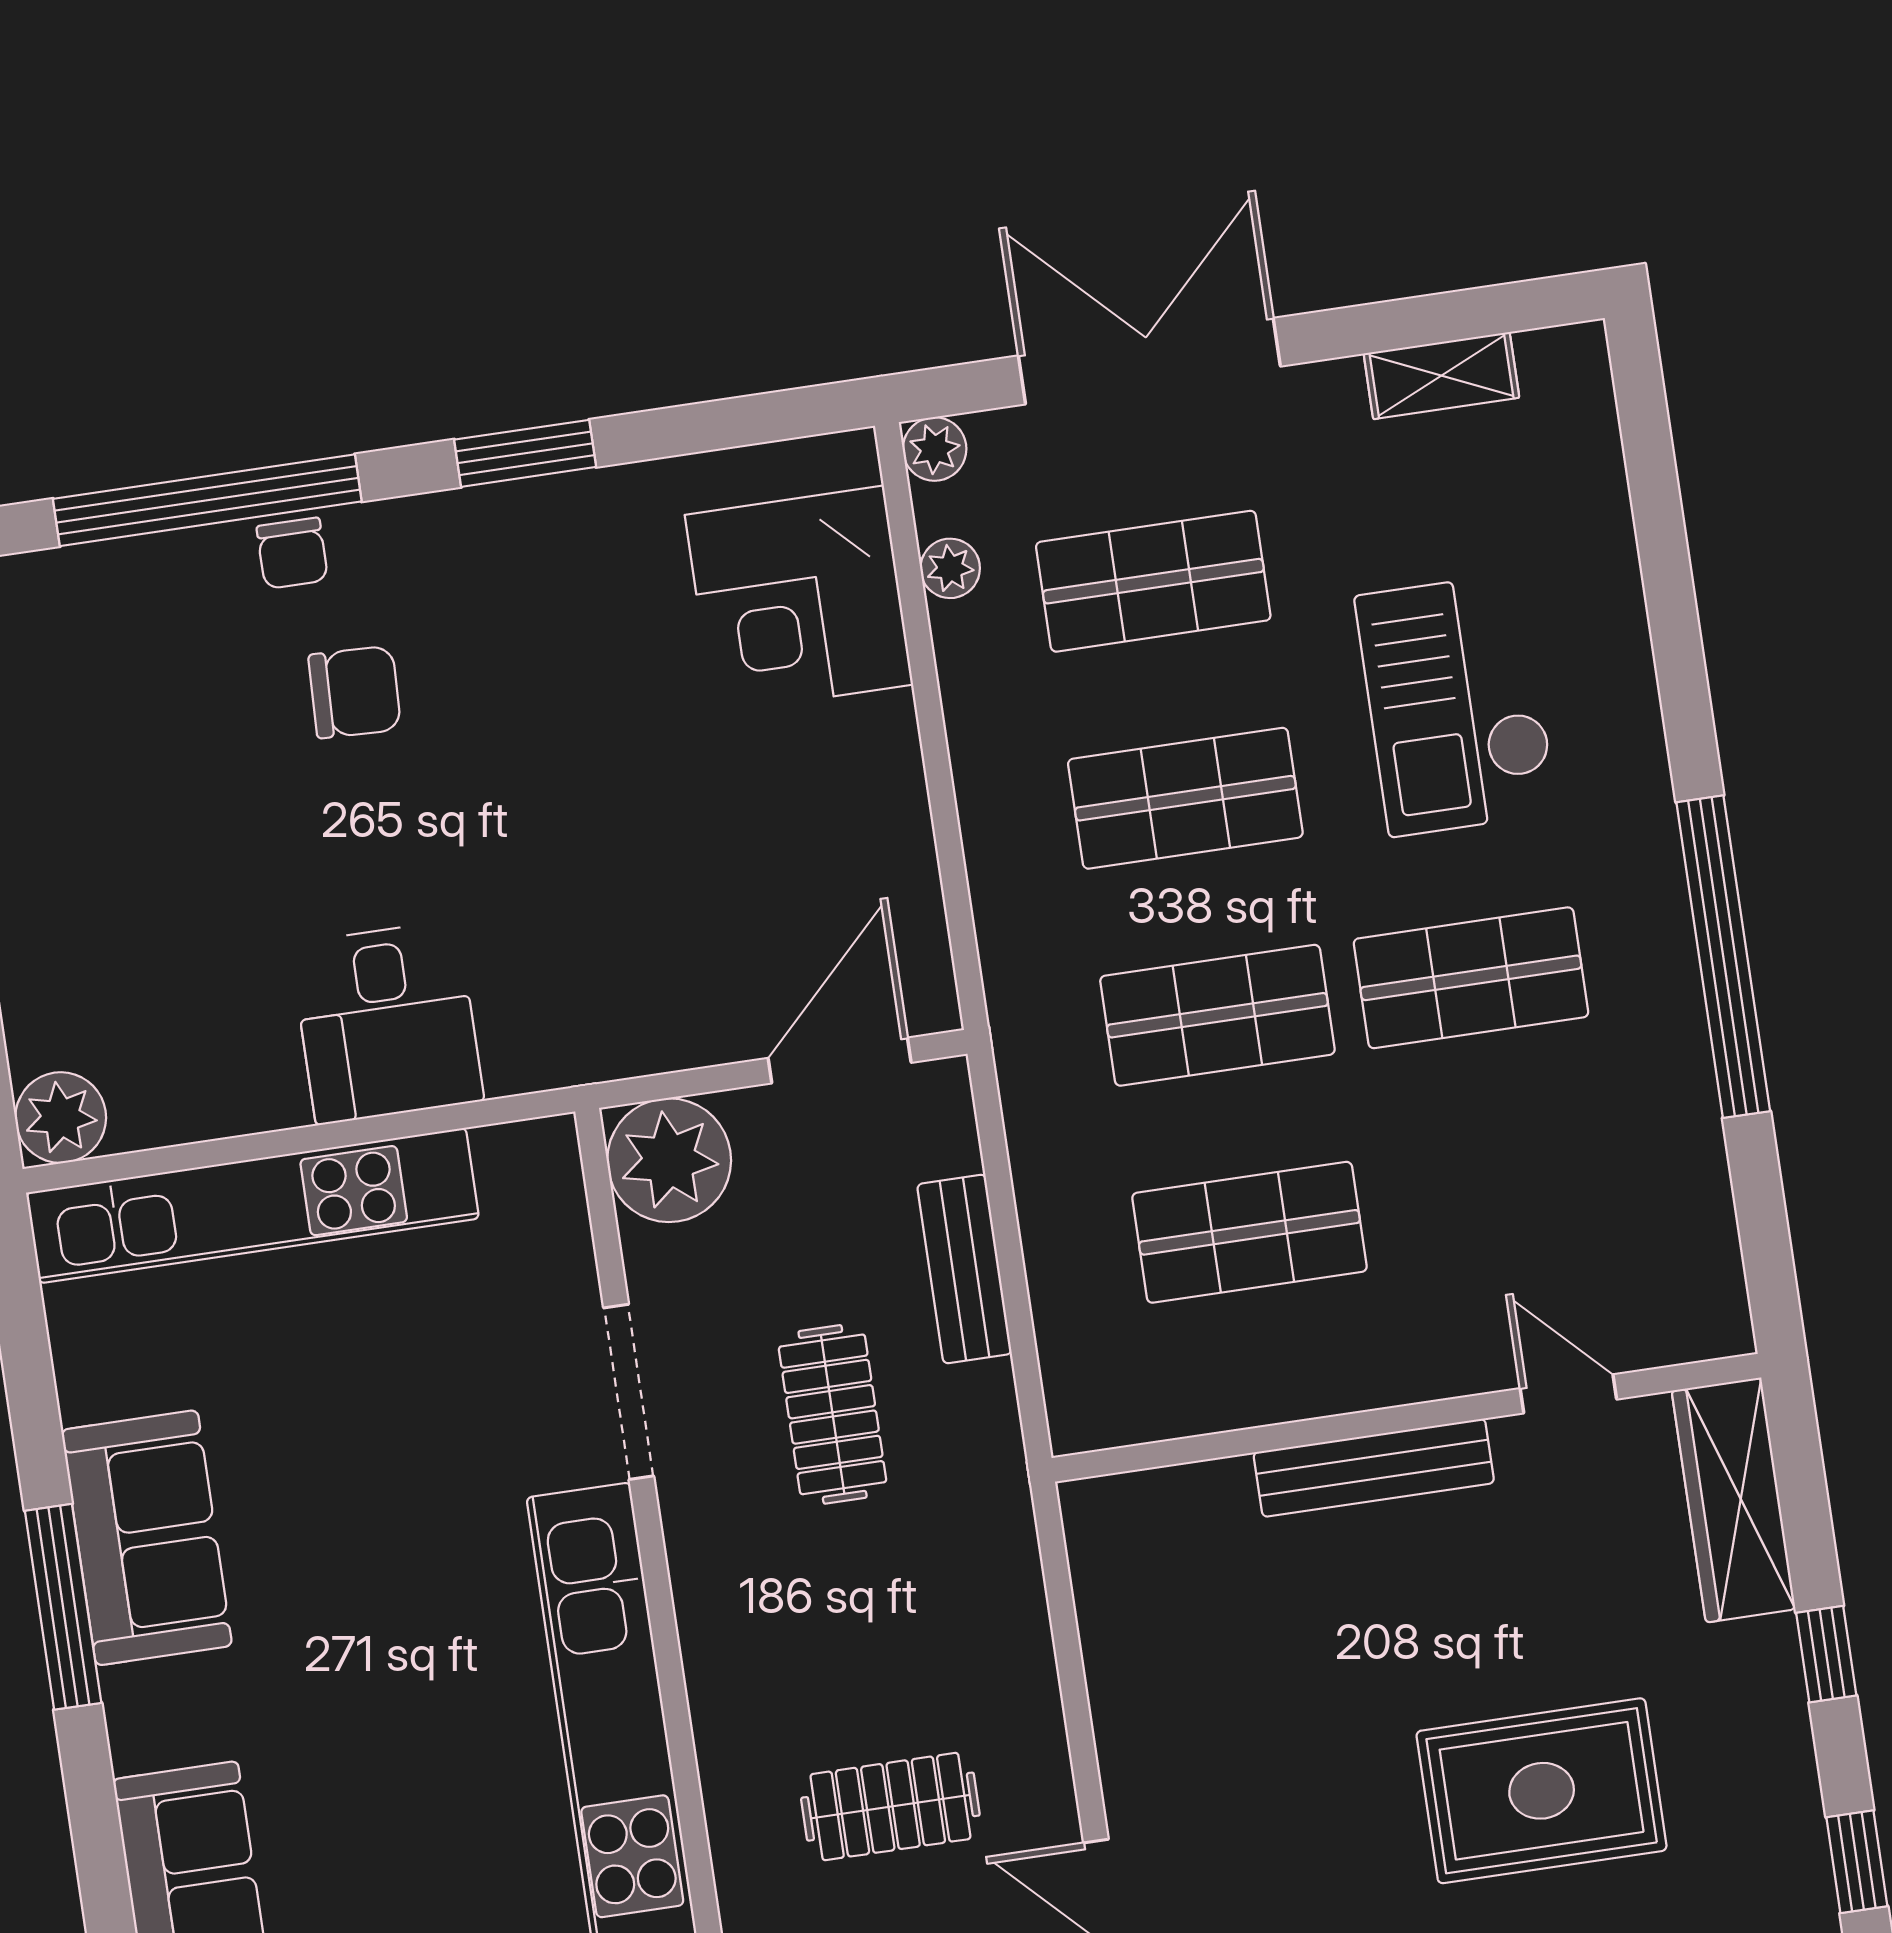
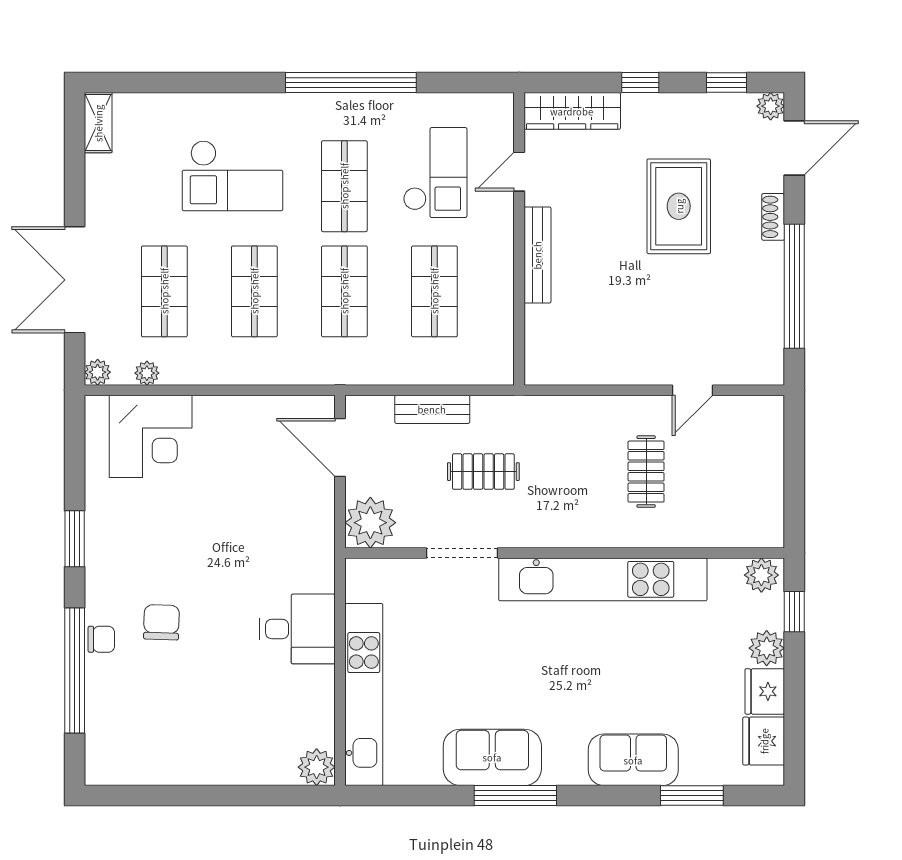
shelving: (1441, 376) -> (98, 123), moved
checkout: (1536, 1192) -> (435, 173), added

